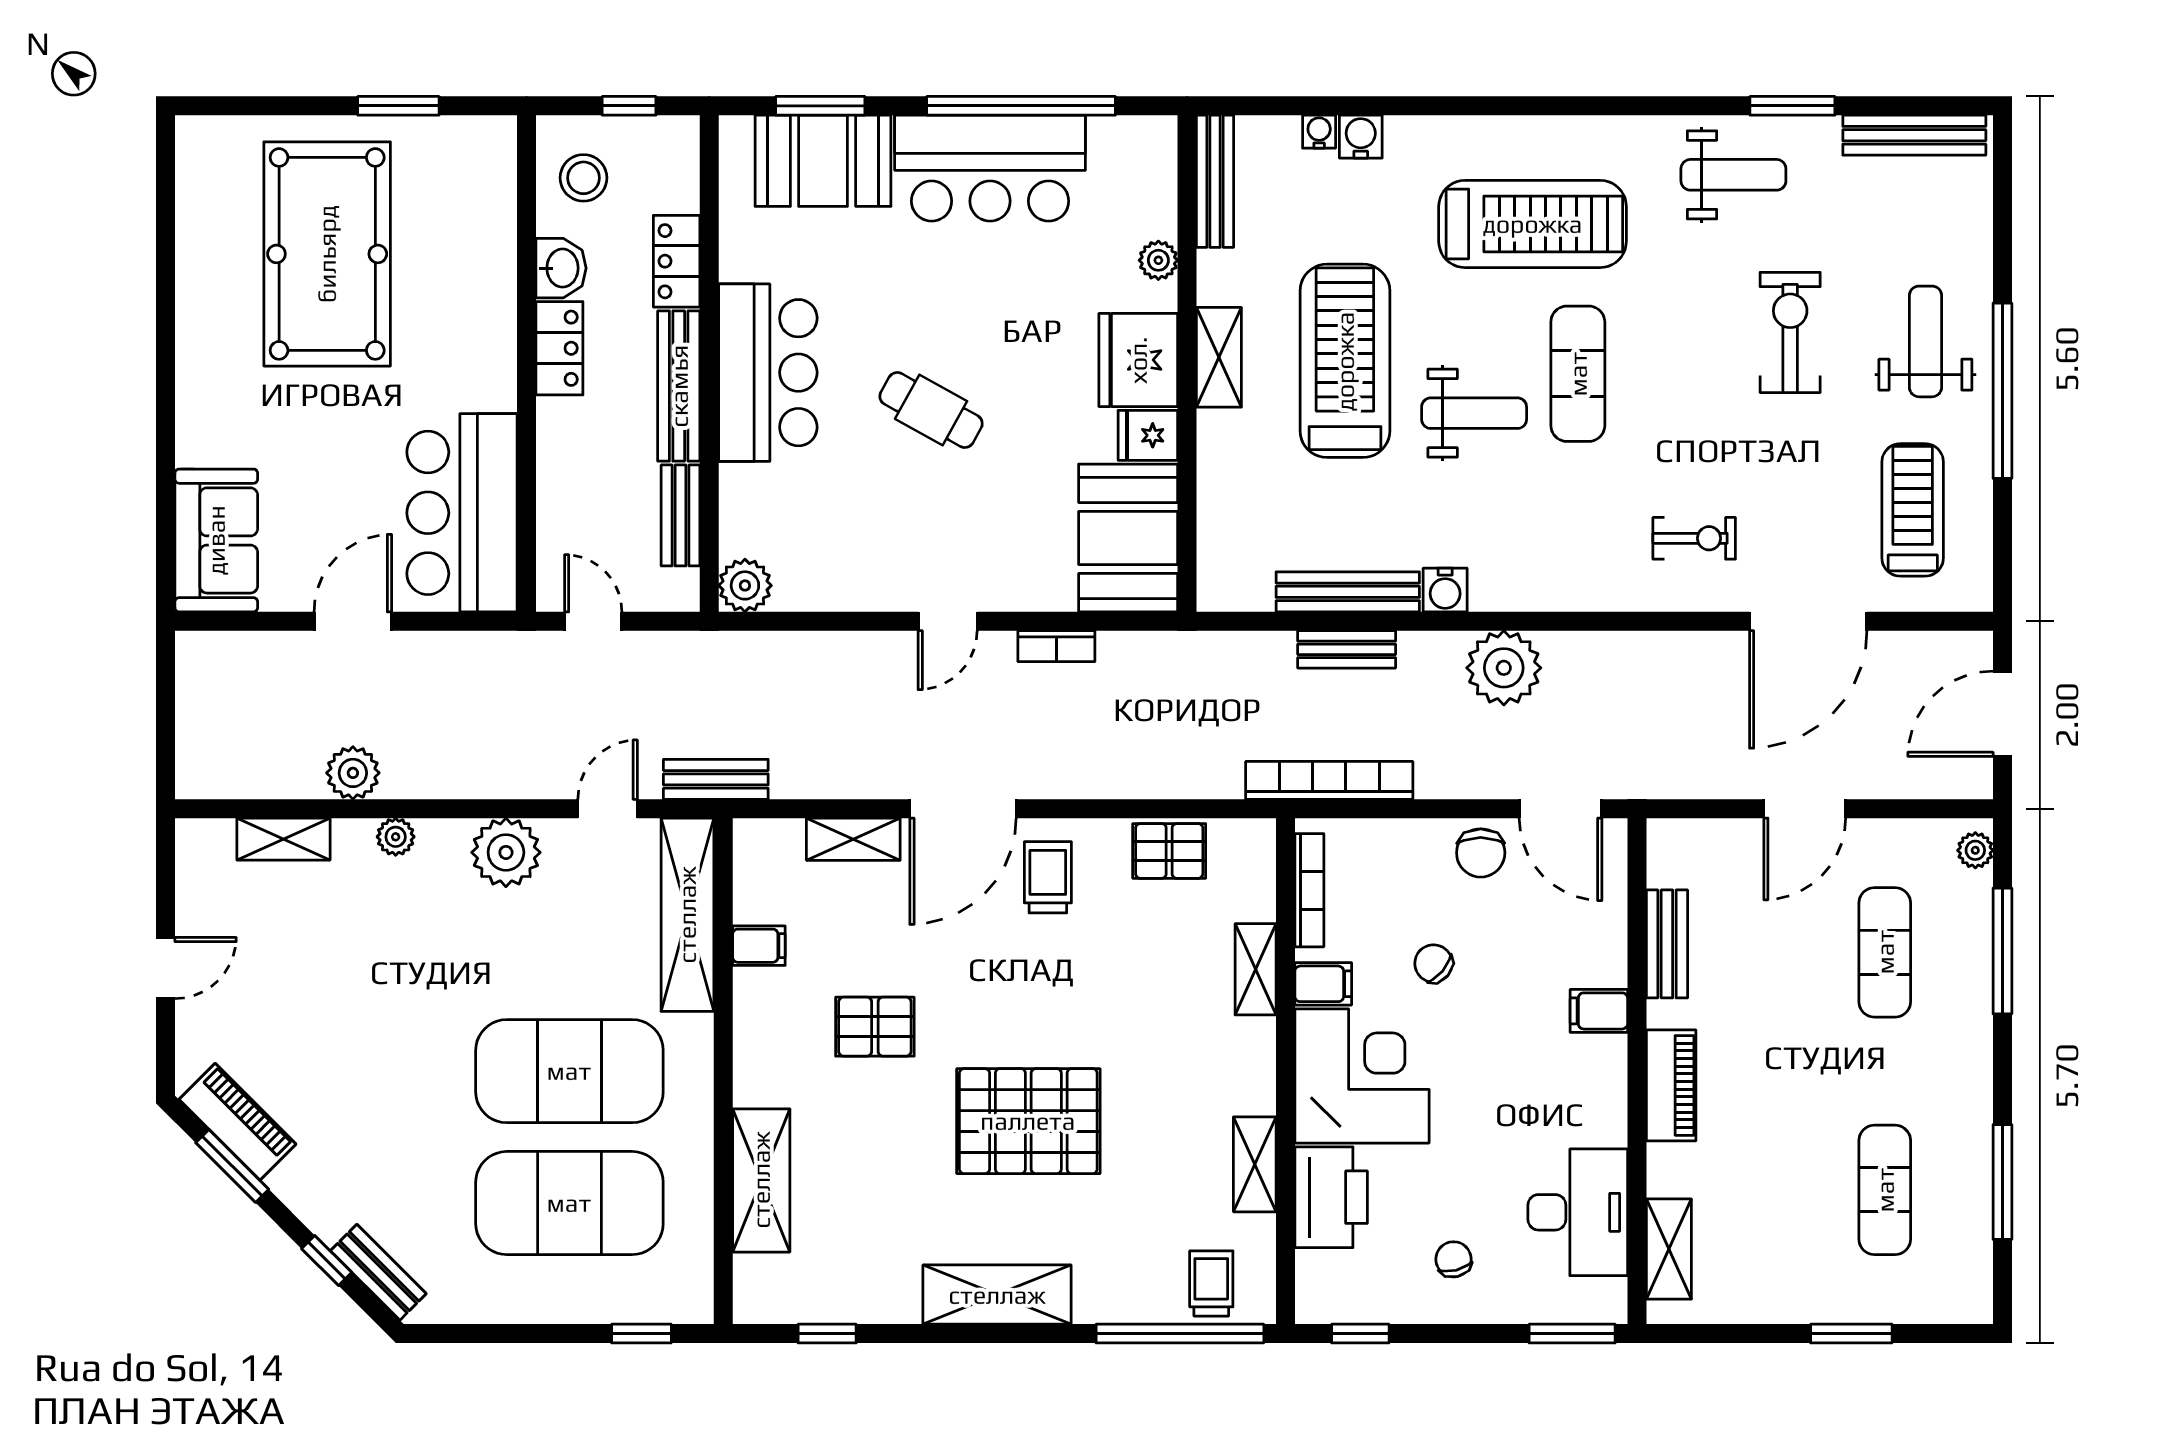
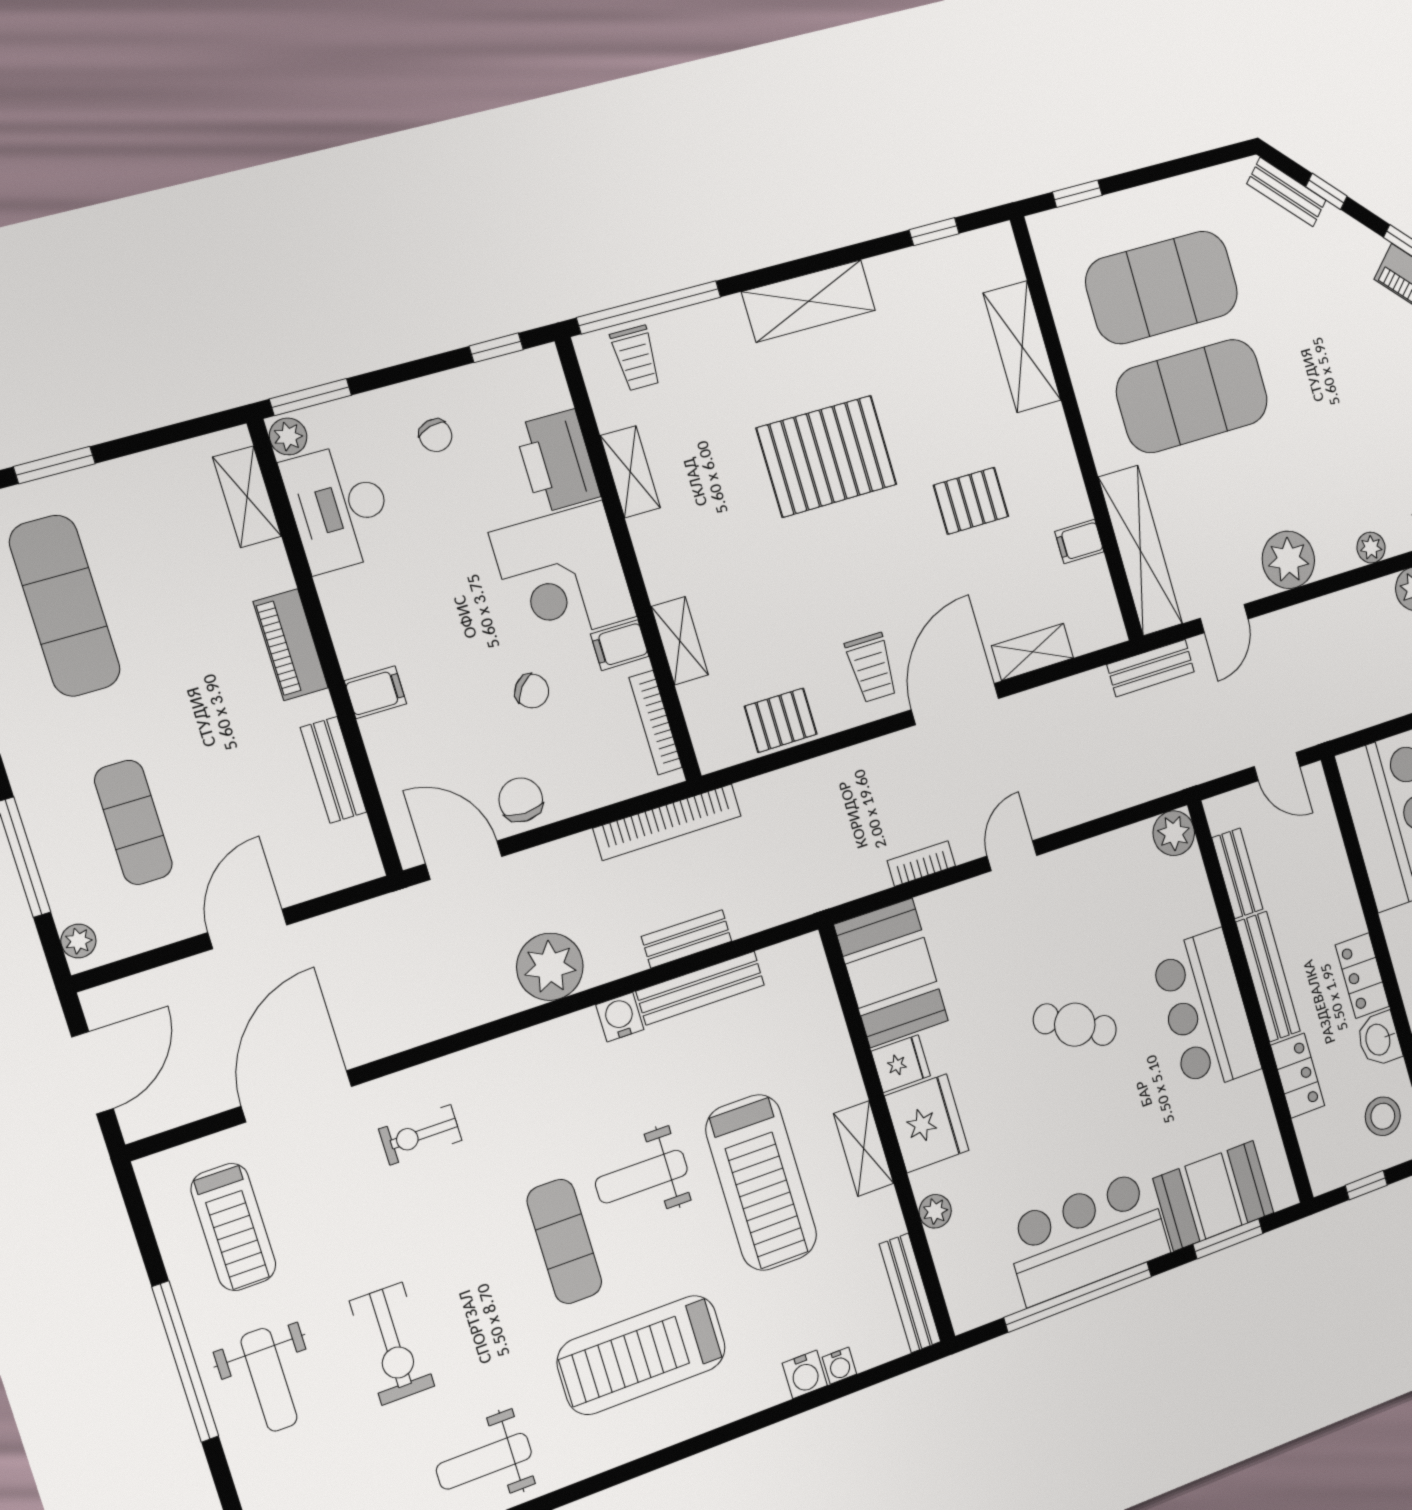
exercise mat: (1885, 1190) -> (65, 606), width x1.36, depth x1.45
plant: (1608, 1299) -> (288, 436), added

